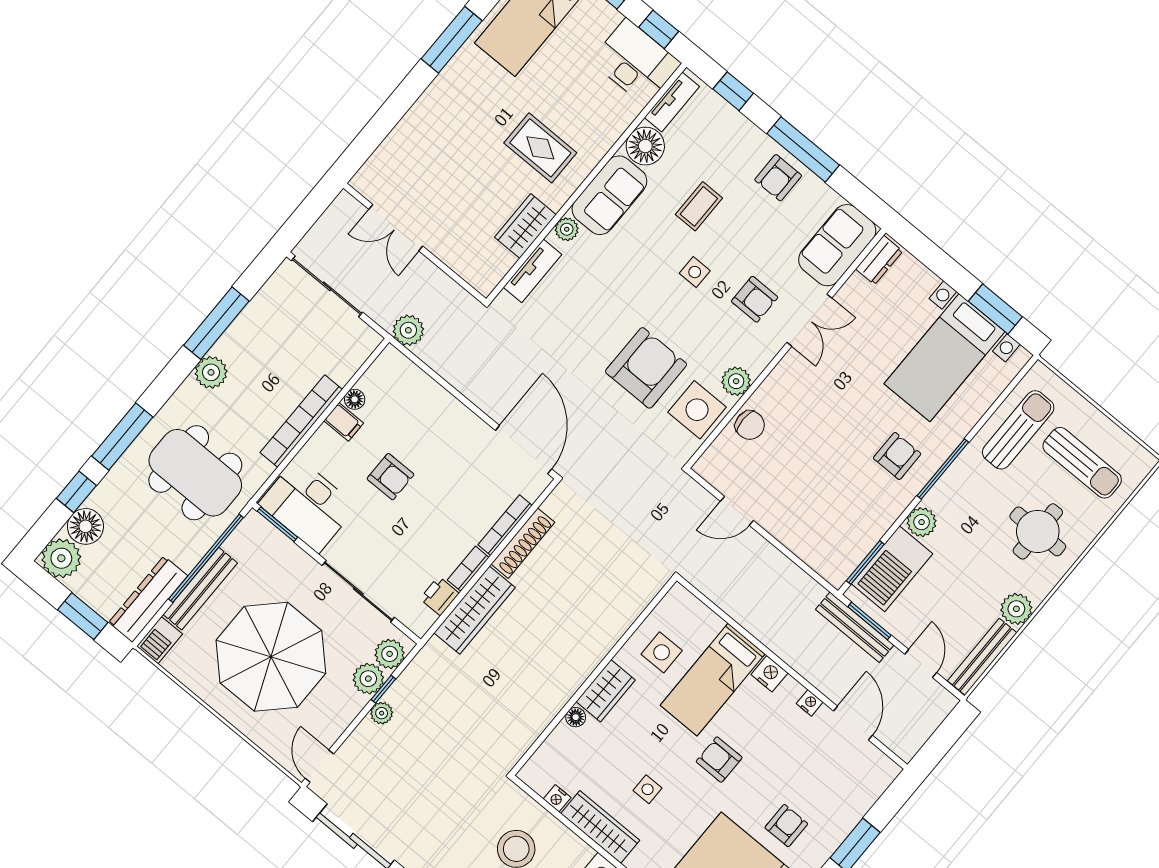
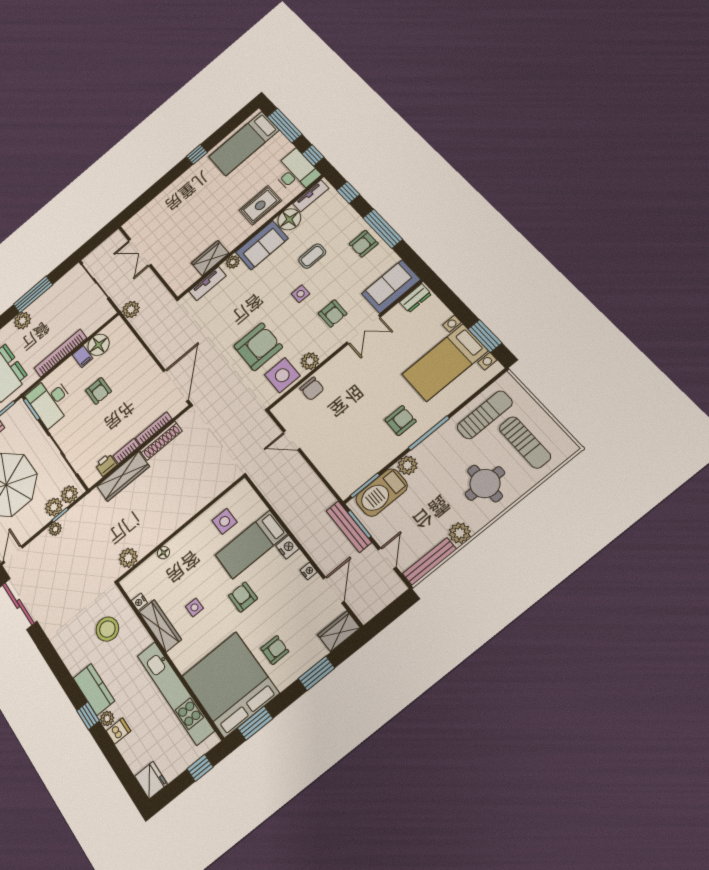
window: (452, 40) -> (197, 154), width x0.46
rug: (540, 148) -> (260, 205), moved, turned 90
floor lamp: (355, 399) -> (99, 345), width x1.89, depth x1.89
wardrobe: (606, 691) -> (339, 631), moved, turned 180
plant: (520, 736) -> (128, 558), added

